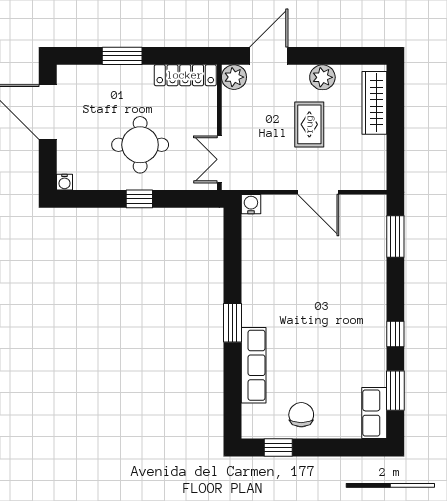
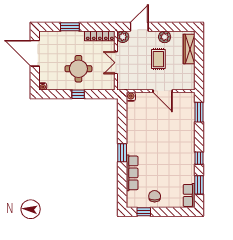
double door: (219, 159) -> (116, 63), moved

